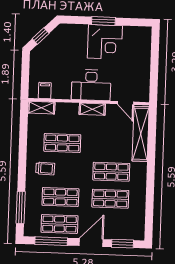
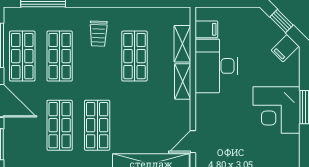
filing cabinet: (60, 34) -> (285, 48), added
desk: (91, 85) -> (216, 66), moved
shelving: (41, 108) -> (182, 44), moved
shelving: (92, 109) -> (183, 81), moved

